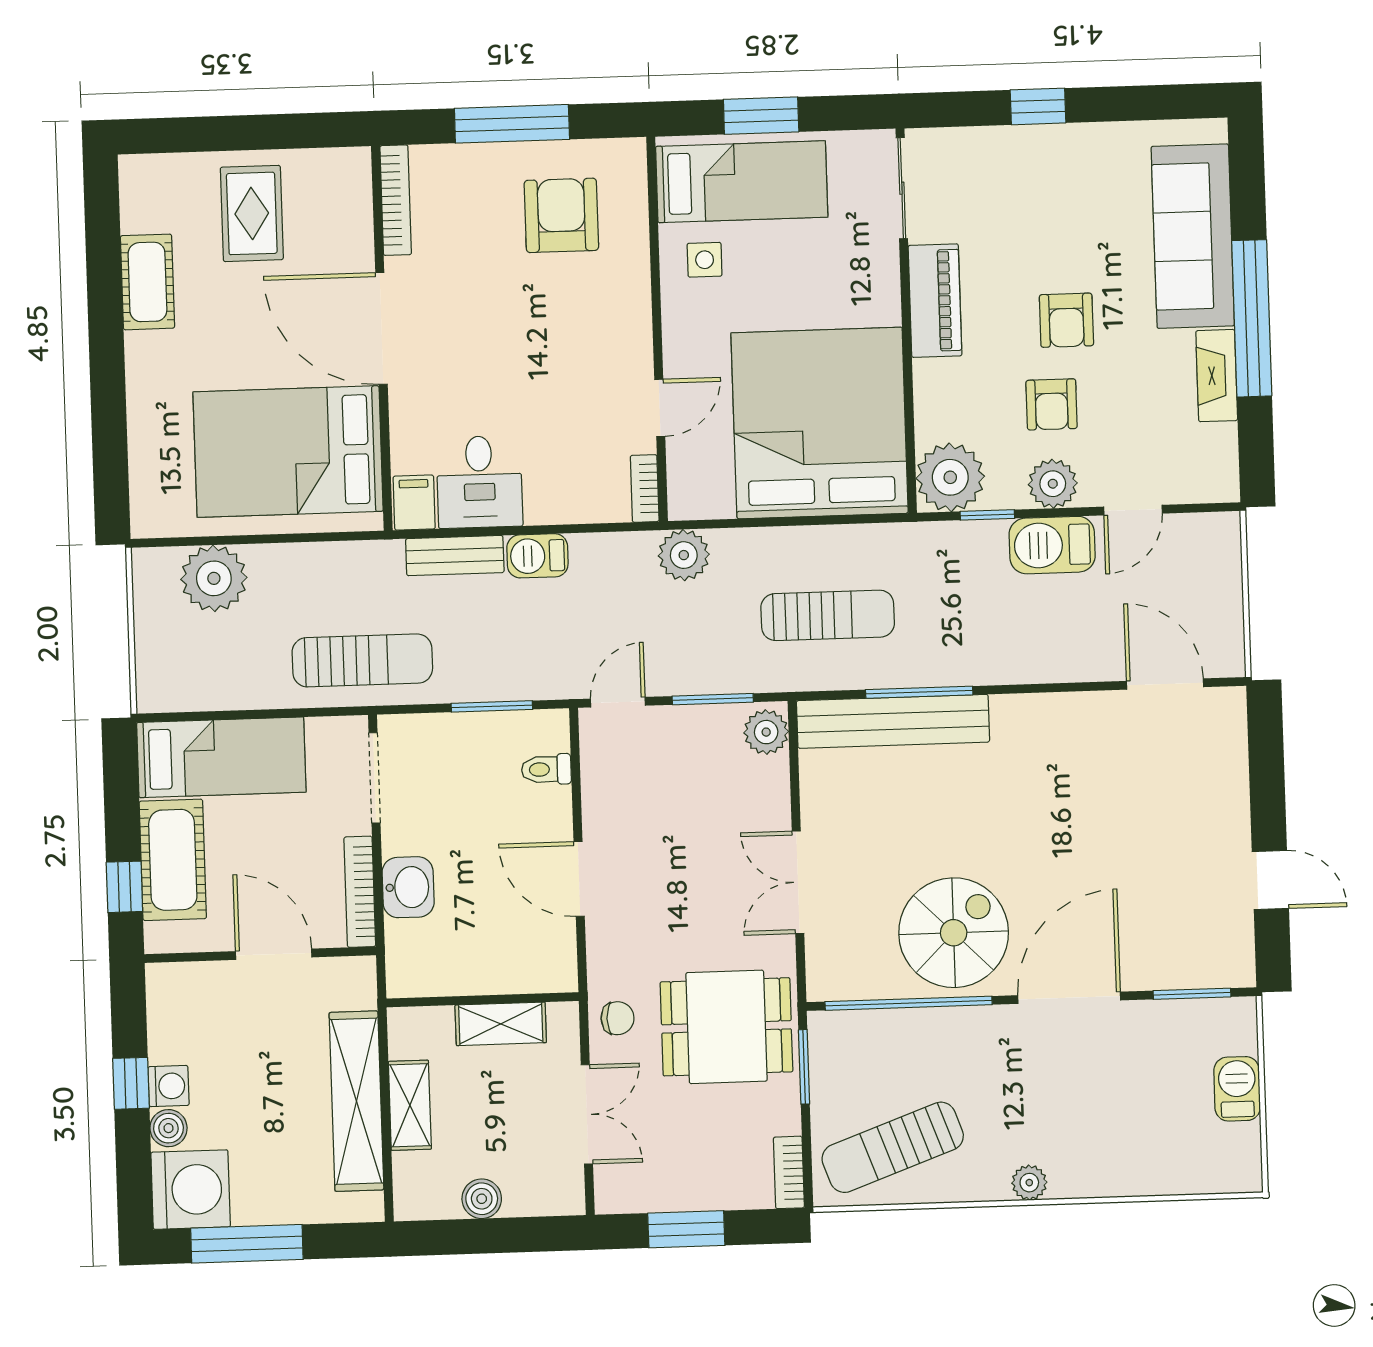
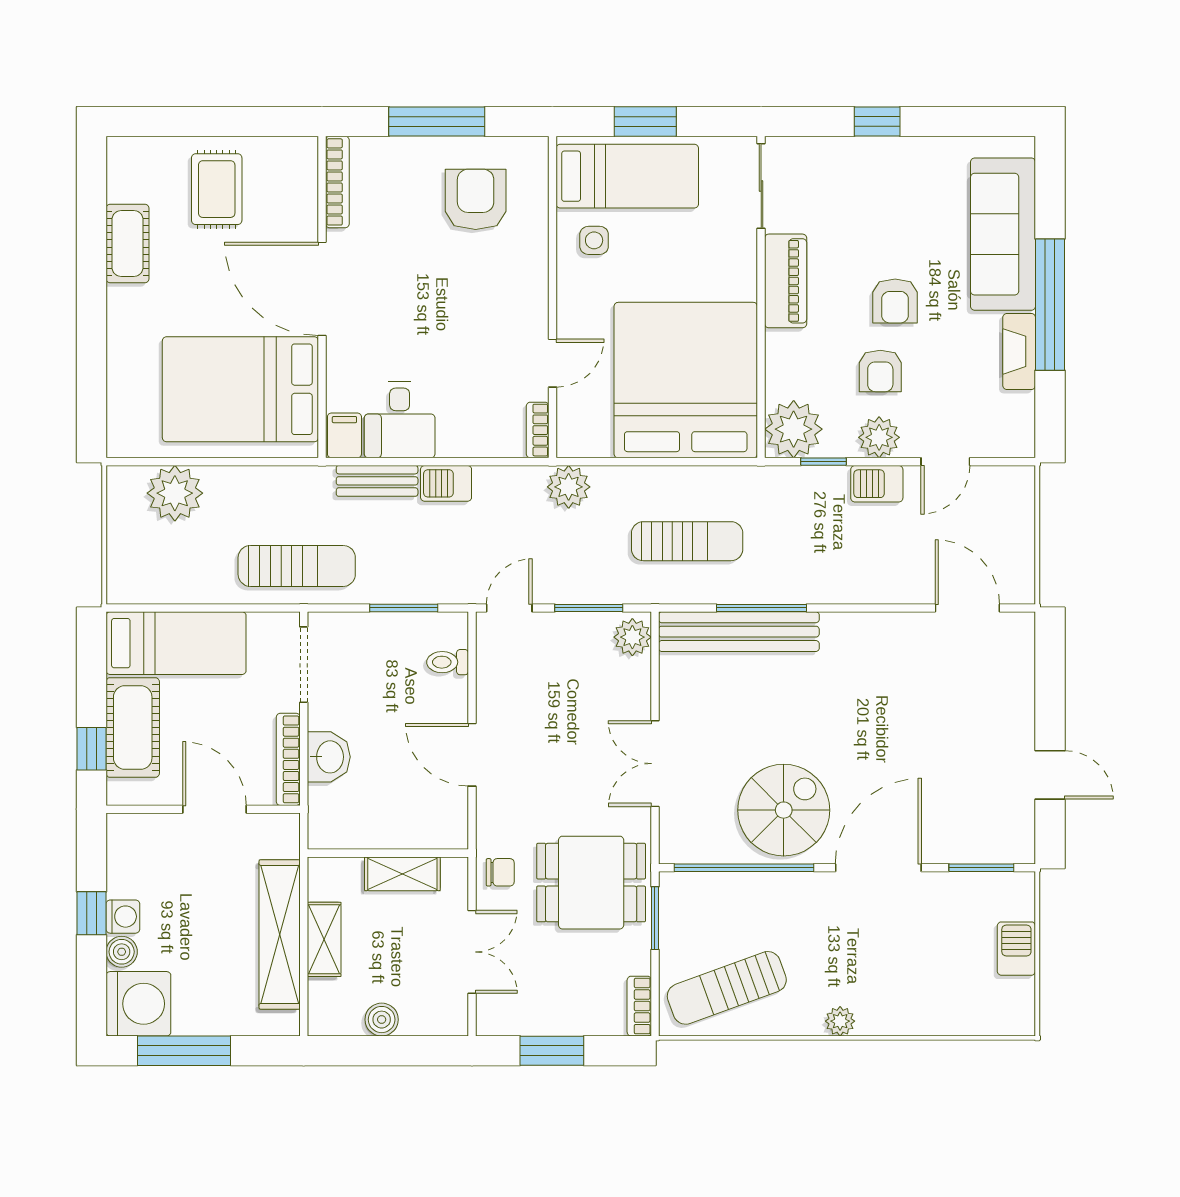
barbecue: (1052, 545) -> (877, 484), width x0.73, depth x0.79

